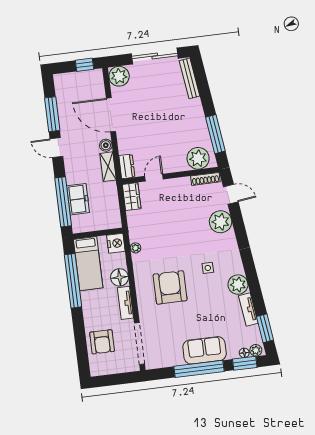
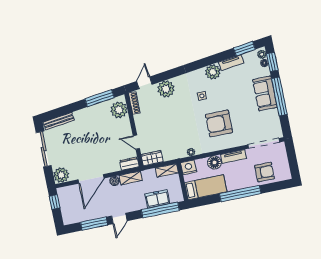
shelving: (114, 214) -> (167, 170), added
window: (73, 281) -> (240, 194), moved

